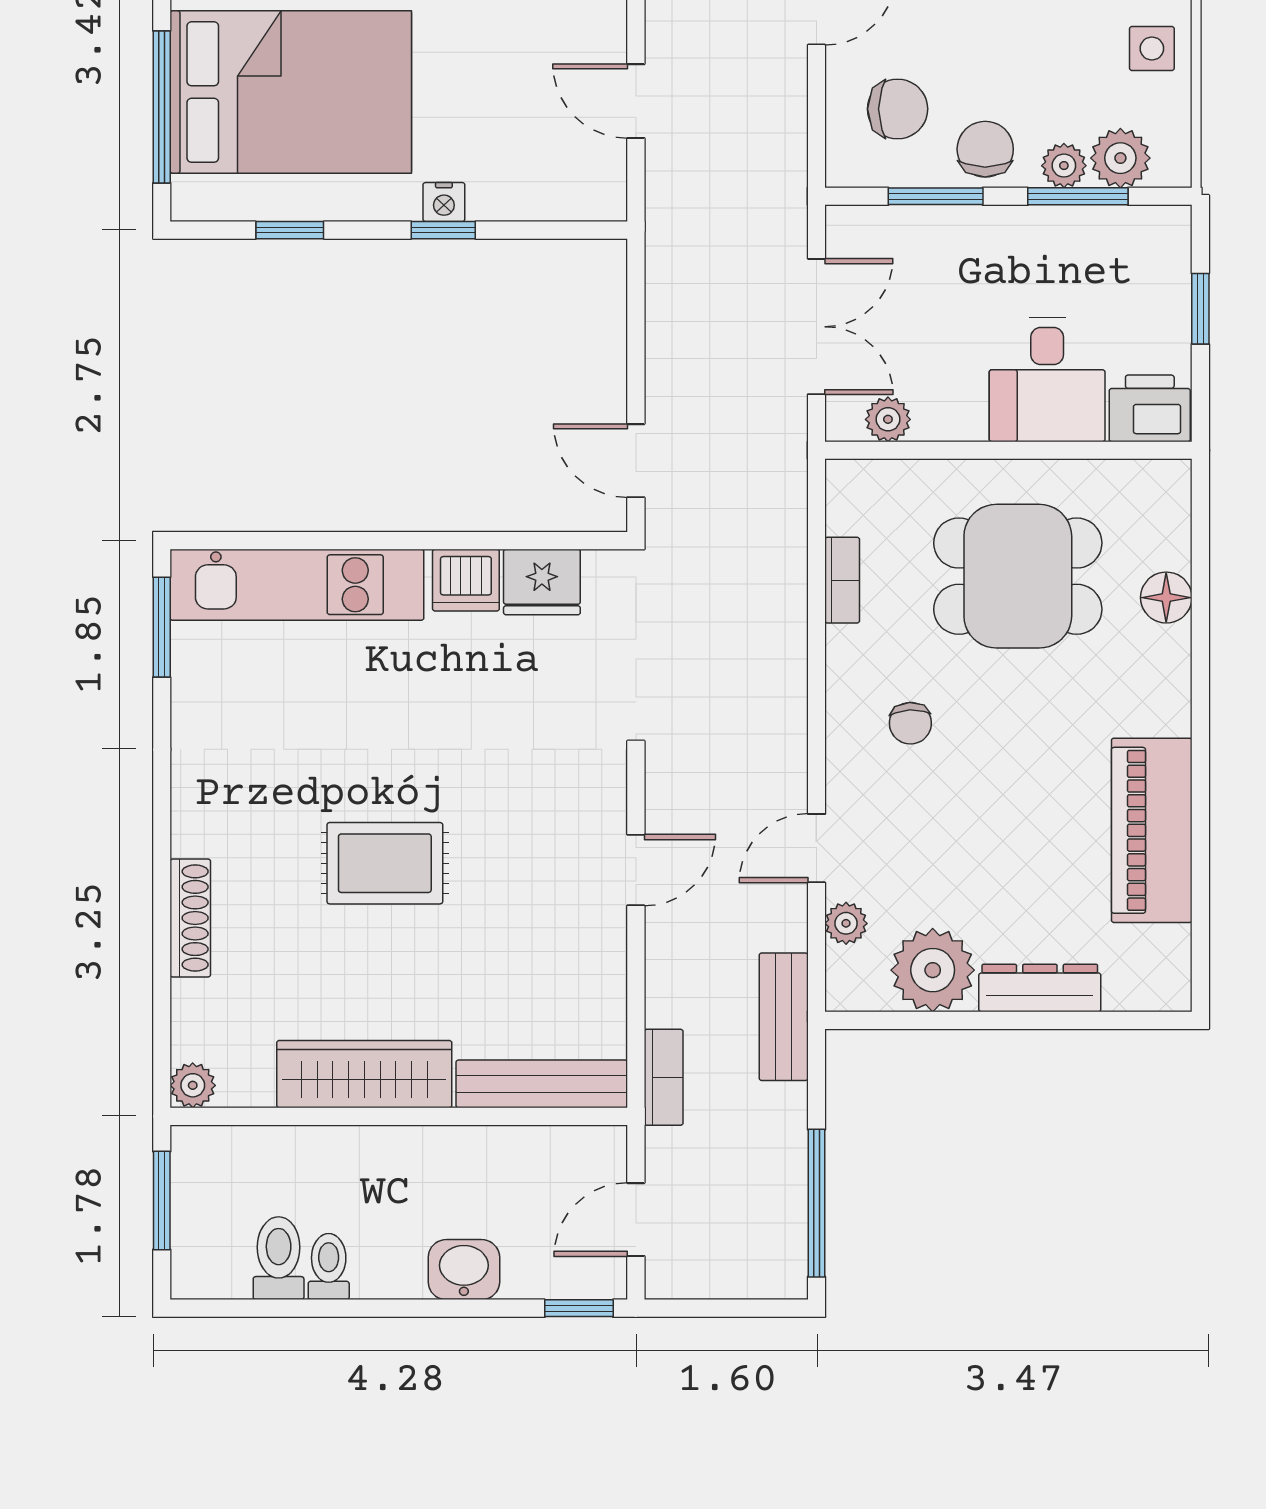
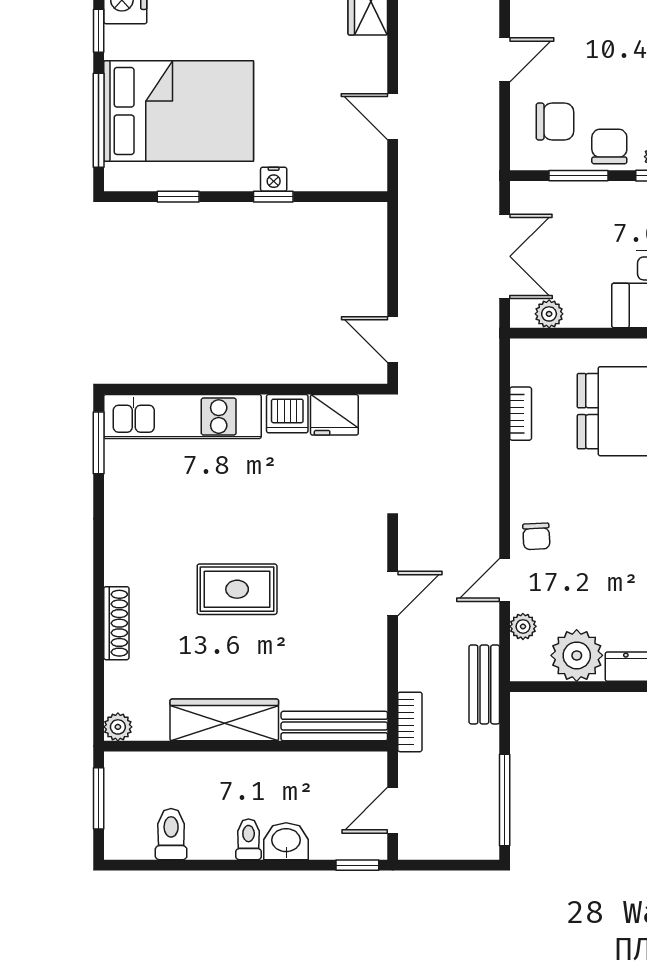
chair: (910, 723) -> (536, 536), moved
toilet: (329, 1267) -> (249, 839), moved

